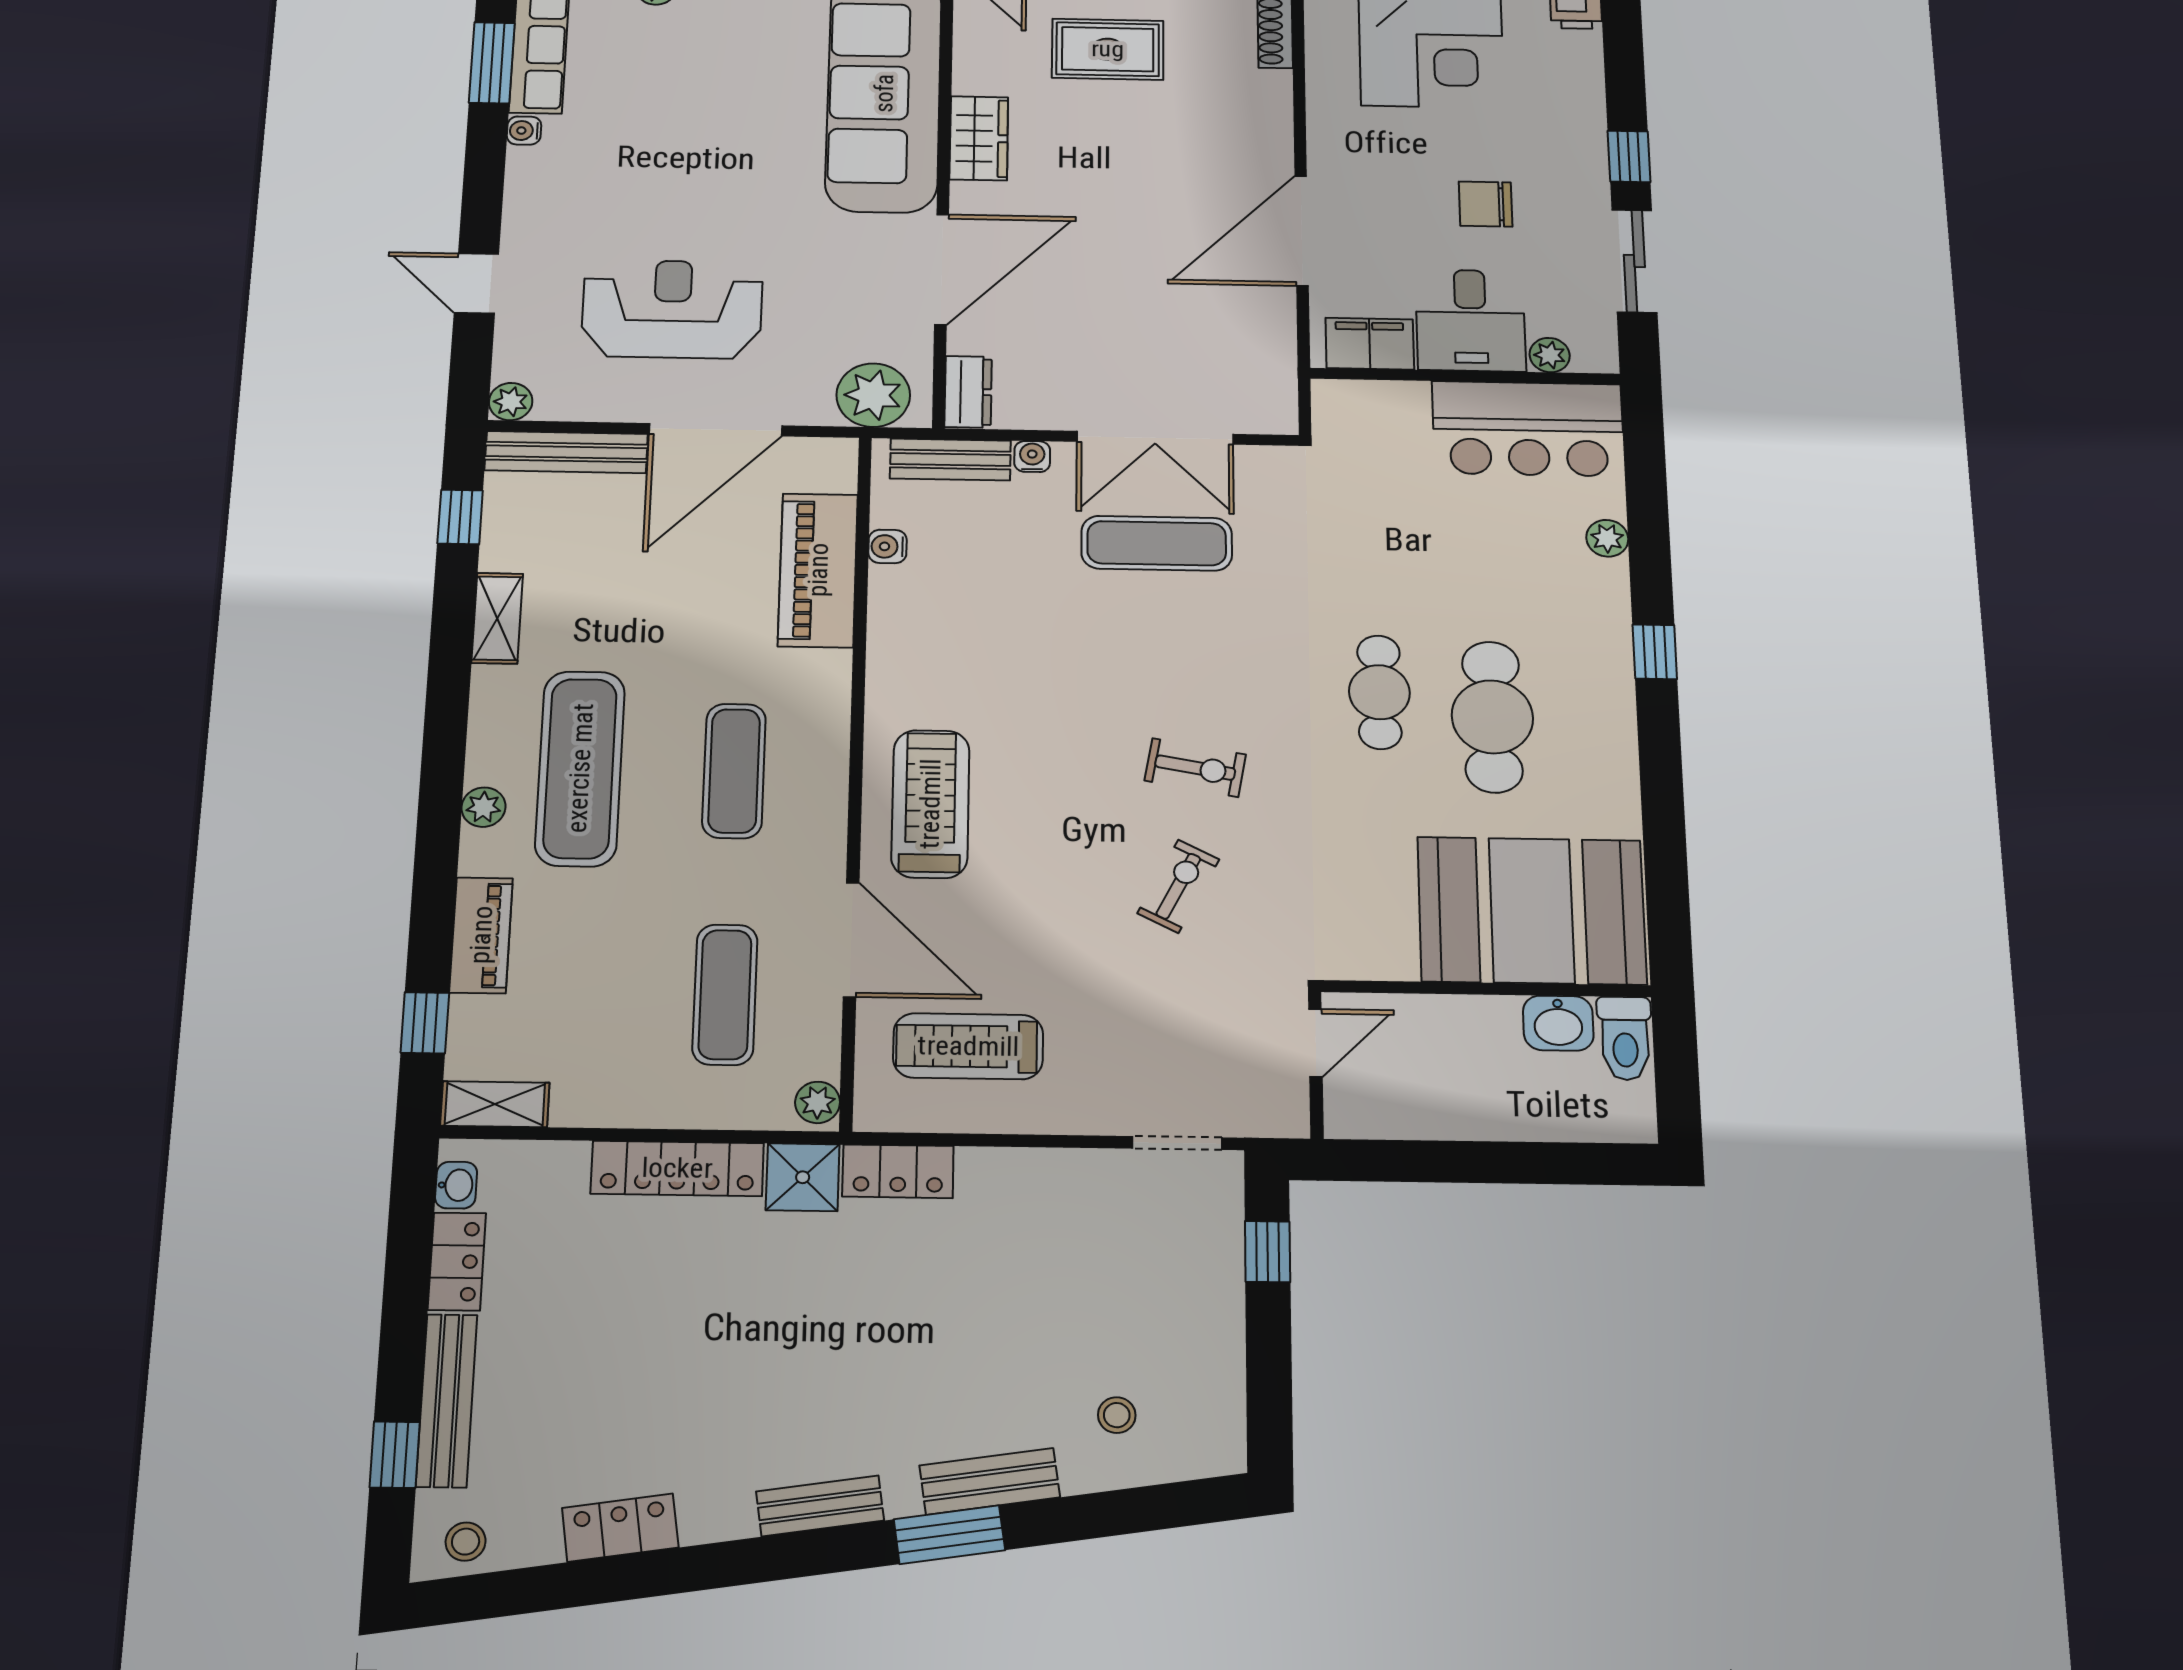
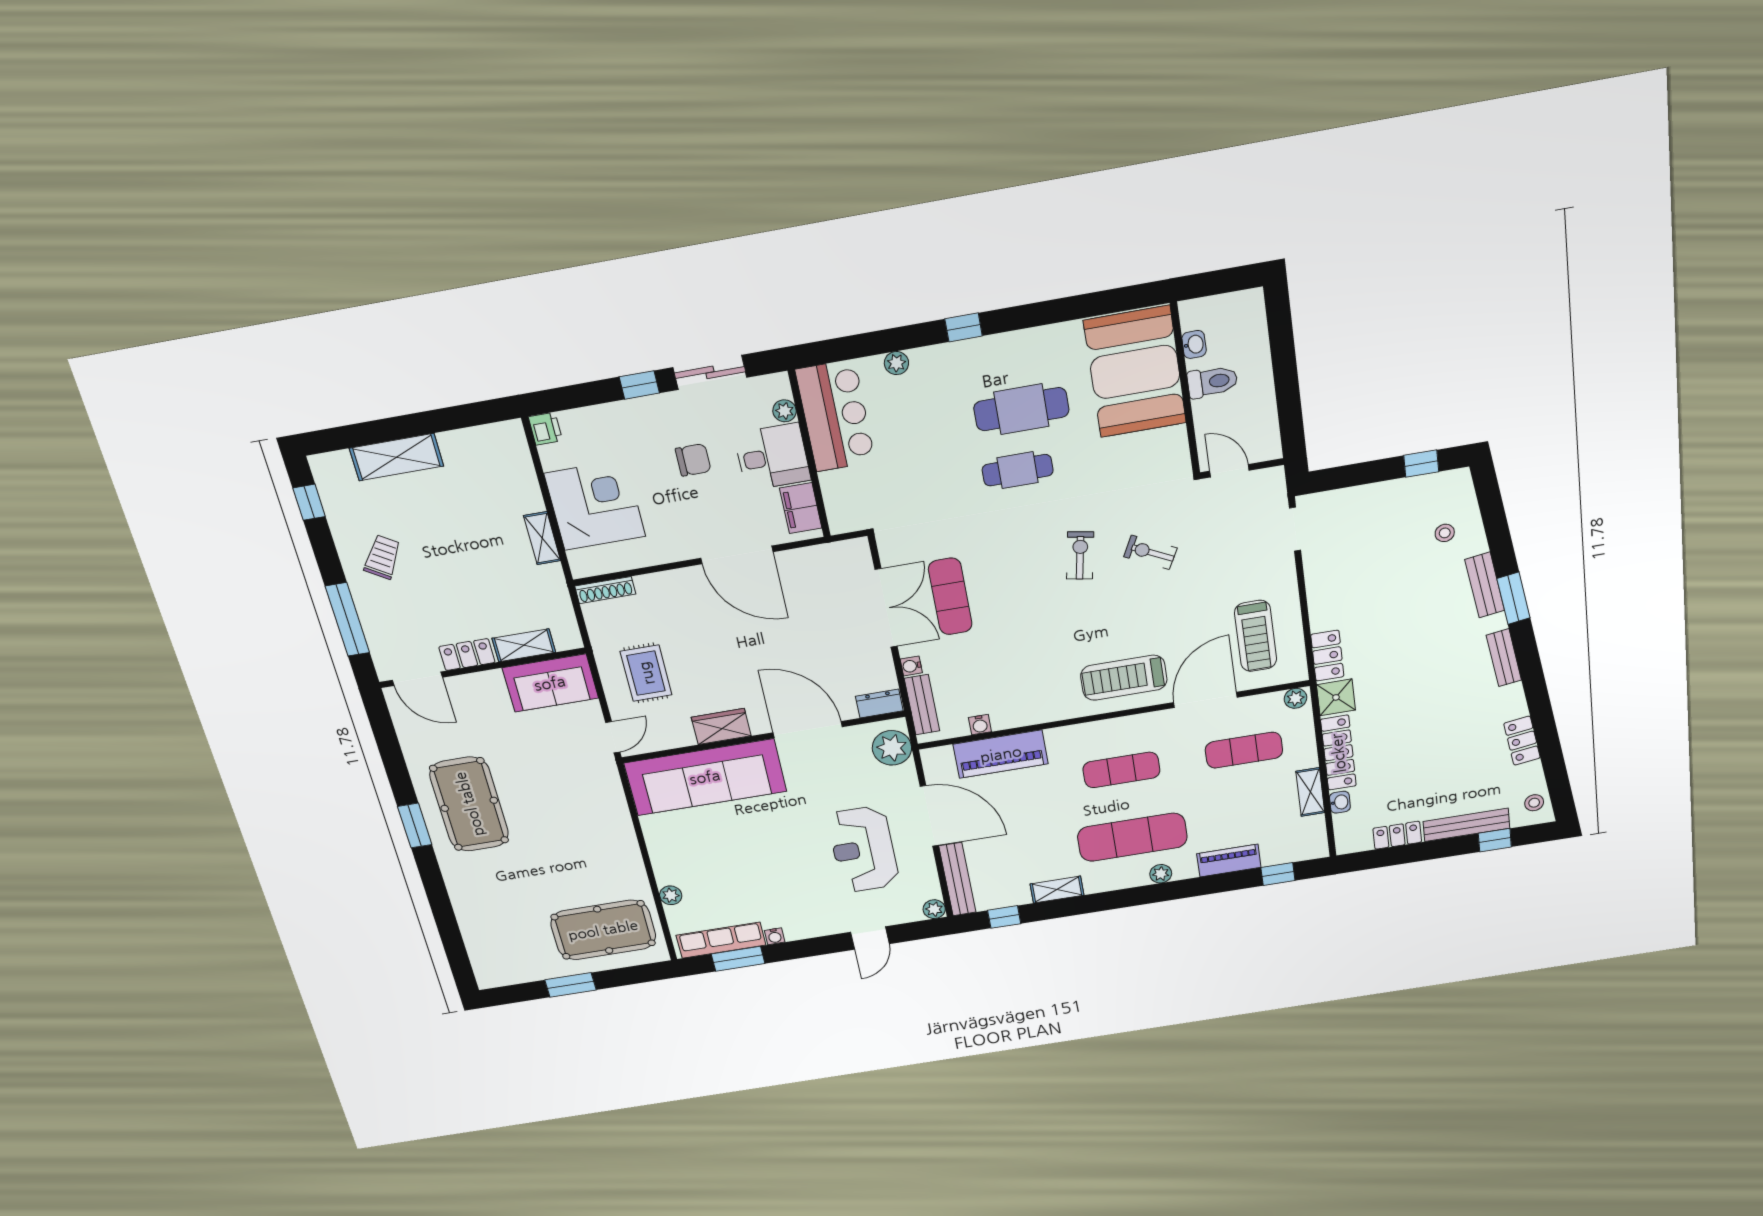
chair: (1486, 204) -> (693, 460), turned -90
washbasin: (1558, 1023) -> (1194, 344), width x0.72, depth x0.69
toilet: (1625, 1038) -> (1212, 382), moved
shelving: (495, 1104) -> (1310, 792), moved
washbasin: (456, 1185) -> (1340, 802), moved, turned 90
window: (1268, 1252) -> (1421, 464), moved

